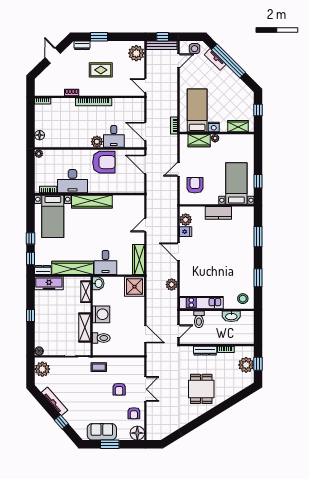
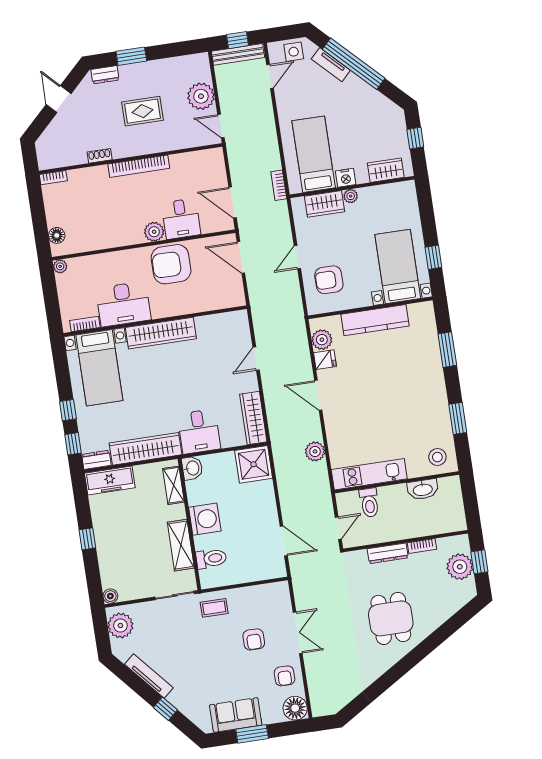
plant: (136, 53) -> (201, 96), moved
armchair: (104, 162) -> (171, 264), turned 180
armchair: (195, 185) -> (329, 280), turned -90
kitchen counter: (218, 213) -> (375, 320), width x1.50

